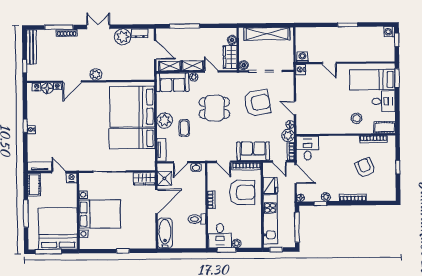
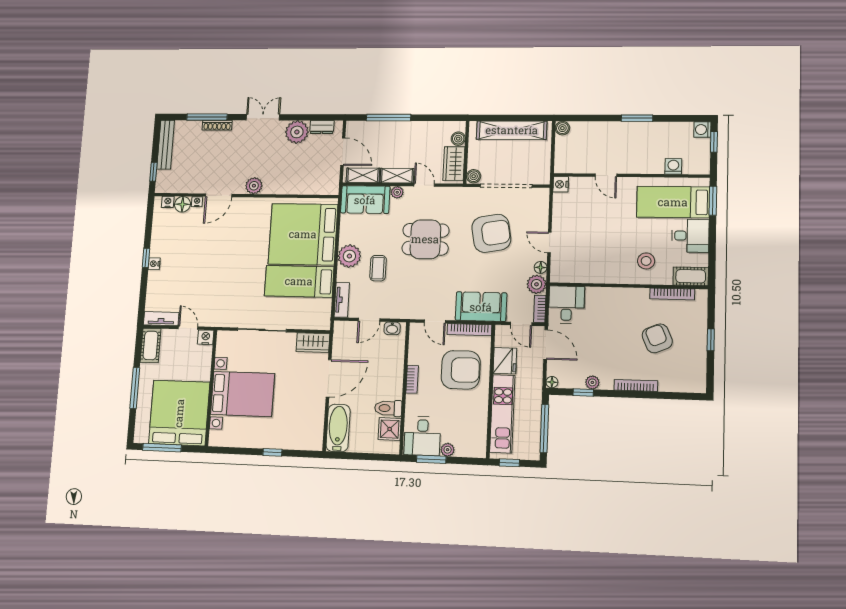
boiler: (300, 32) -> (562, 128), added
washing machine: (302, 57) -> (673, 166), moved
shower: (164, 178) -> (390, 429), moved

